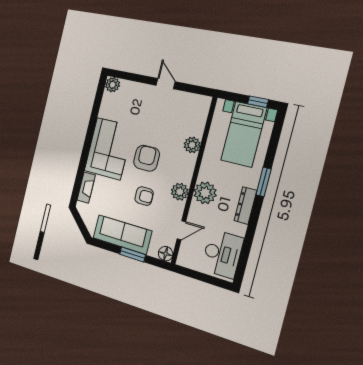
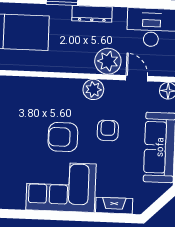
plant: (192, 145) -> (37, 87), removed
plant: (205, 193) -> (108, 61), moved

